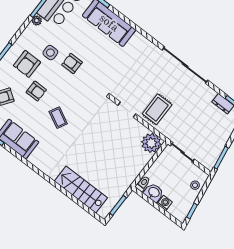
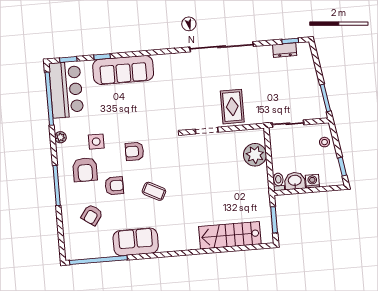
plant: (37, 21) -> (60, 137), moved
armchair: (72, 63) -> (134, 151), moved
plant: (151, 143) -> (255, 155), moved

